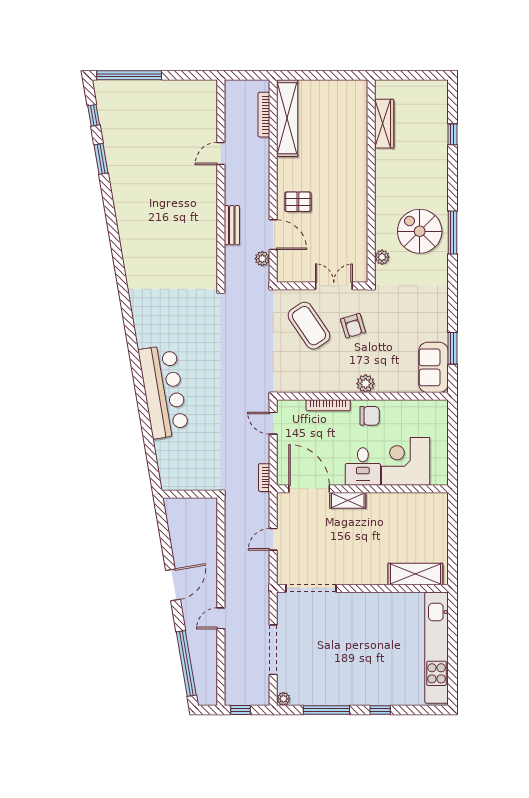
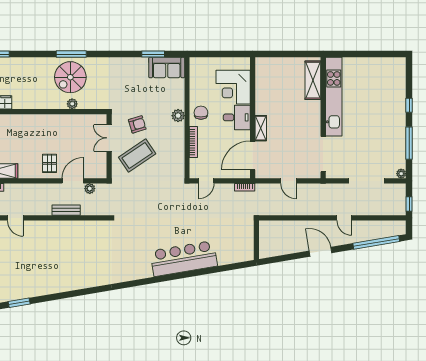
plant: (382, 257) -> (72, 104), moved
kitchen unit: (437, 648) -> (334, 97), moved, turned -90

